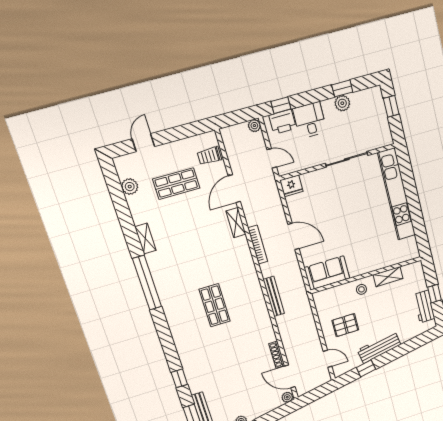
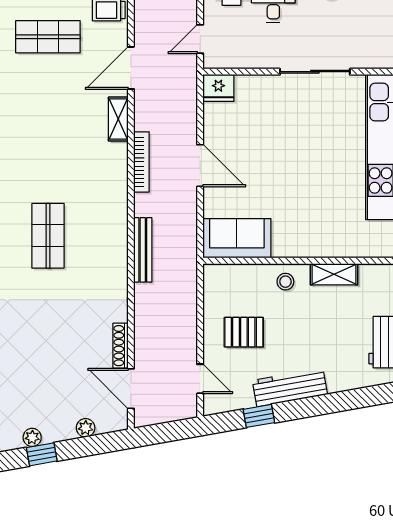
door: (272, 158) -> (200, 39), swing flipped
plant: (287, 397) -> (86, 428), moved

